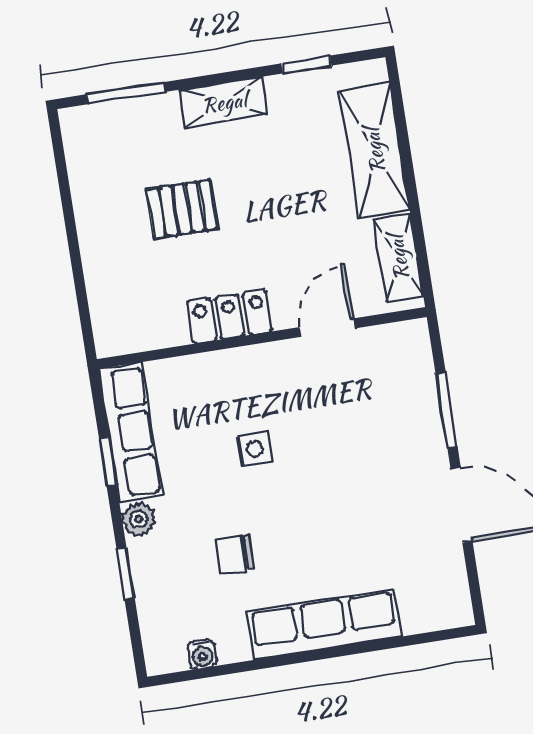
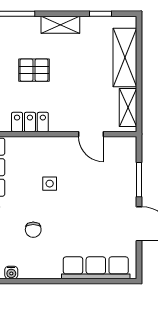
locker: (230, 316) -> (30, 122), moved
door: (327, 328) -> (91, 134), swing flipped
chair: (235, 554) -> (33, 230), turned -90
row of seats: (324, 624) -> (96, 268), moved

